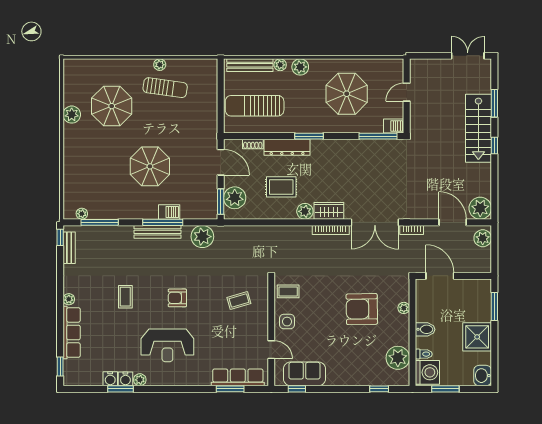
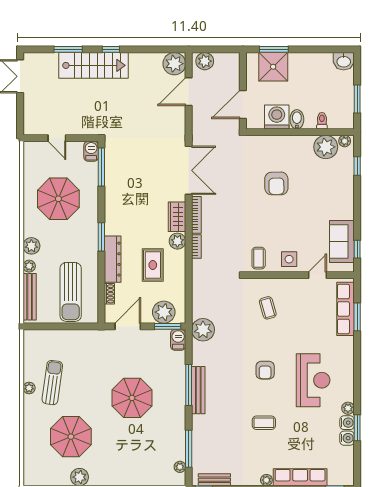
barbecue: (169, 212) -> (178, 340), moved
bookcase: (412, 230) -> (196, 247), moved
plant: (202, 237) -> (203, 330), moved
plant: (404, 308) -> (345, 141), moved
armchair: (362, 309) -> (276, 183), width x0.73, depth x0.73
shower: (477, 337) -> (273, 67), moved
washing machine: (427, 372) -> (277, 117), moved

